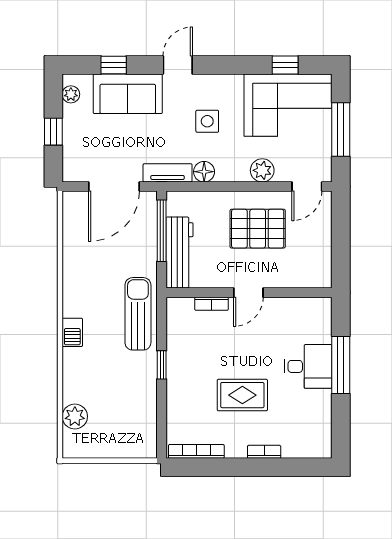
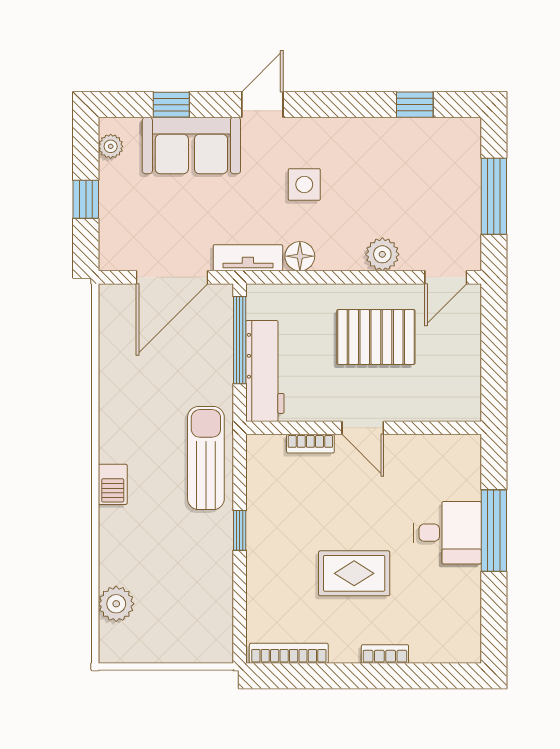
corner sofa: (288, 105) -> (419, 162), removed
door: (248, 293) -> (363, 428), hinge flipped

